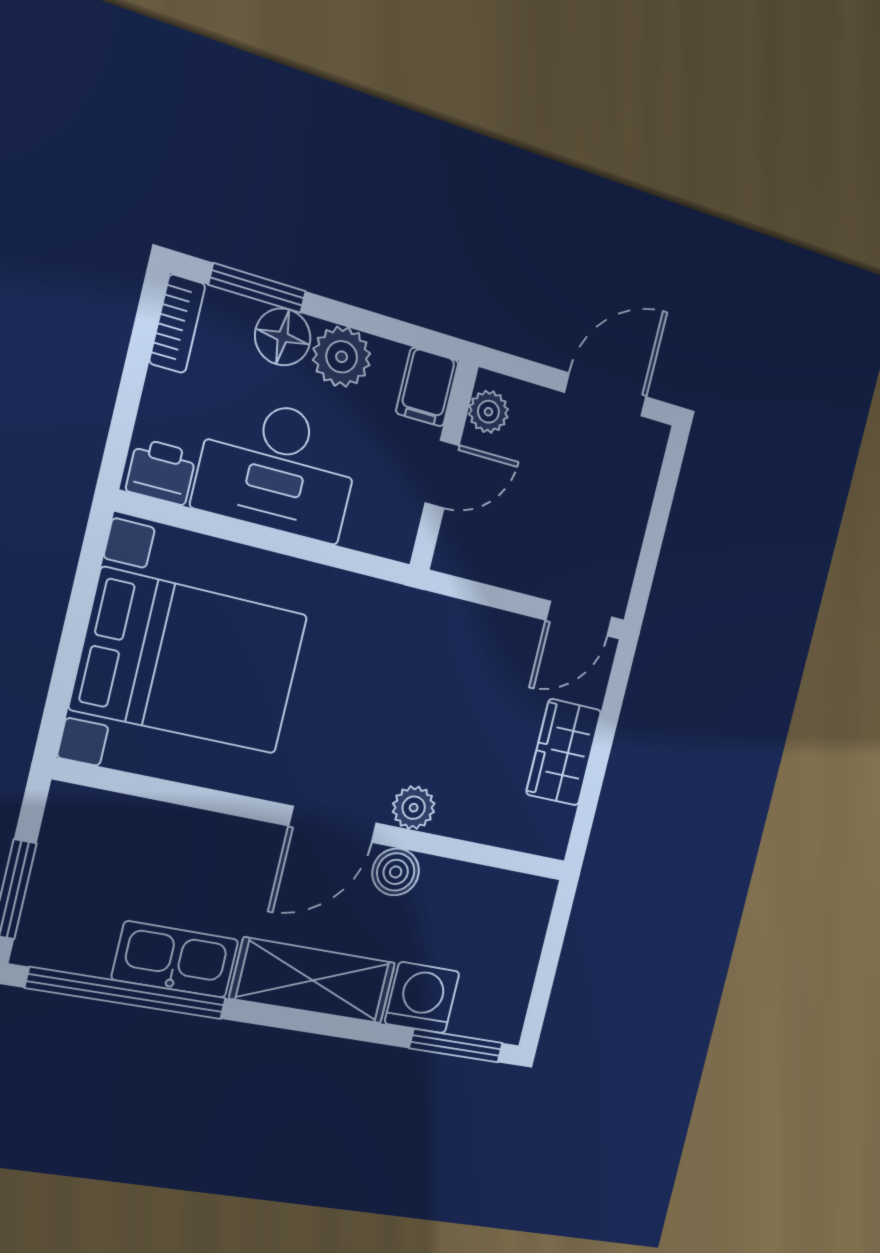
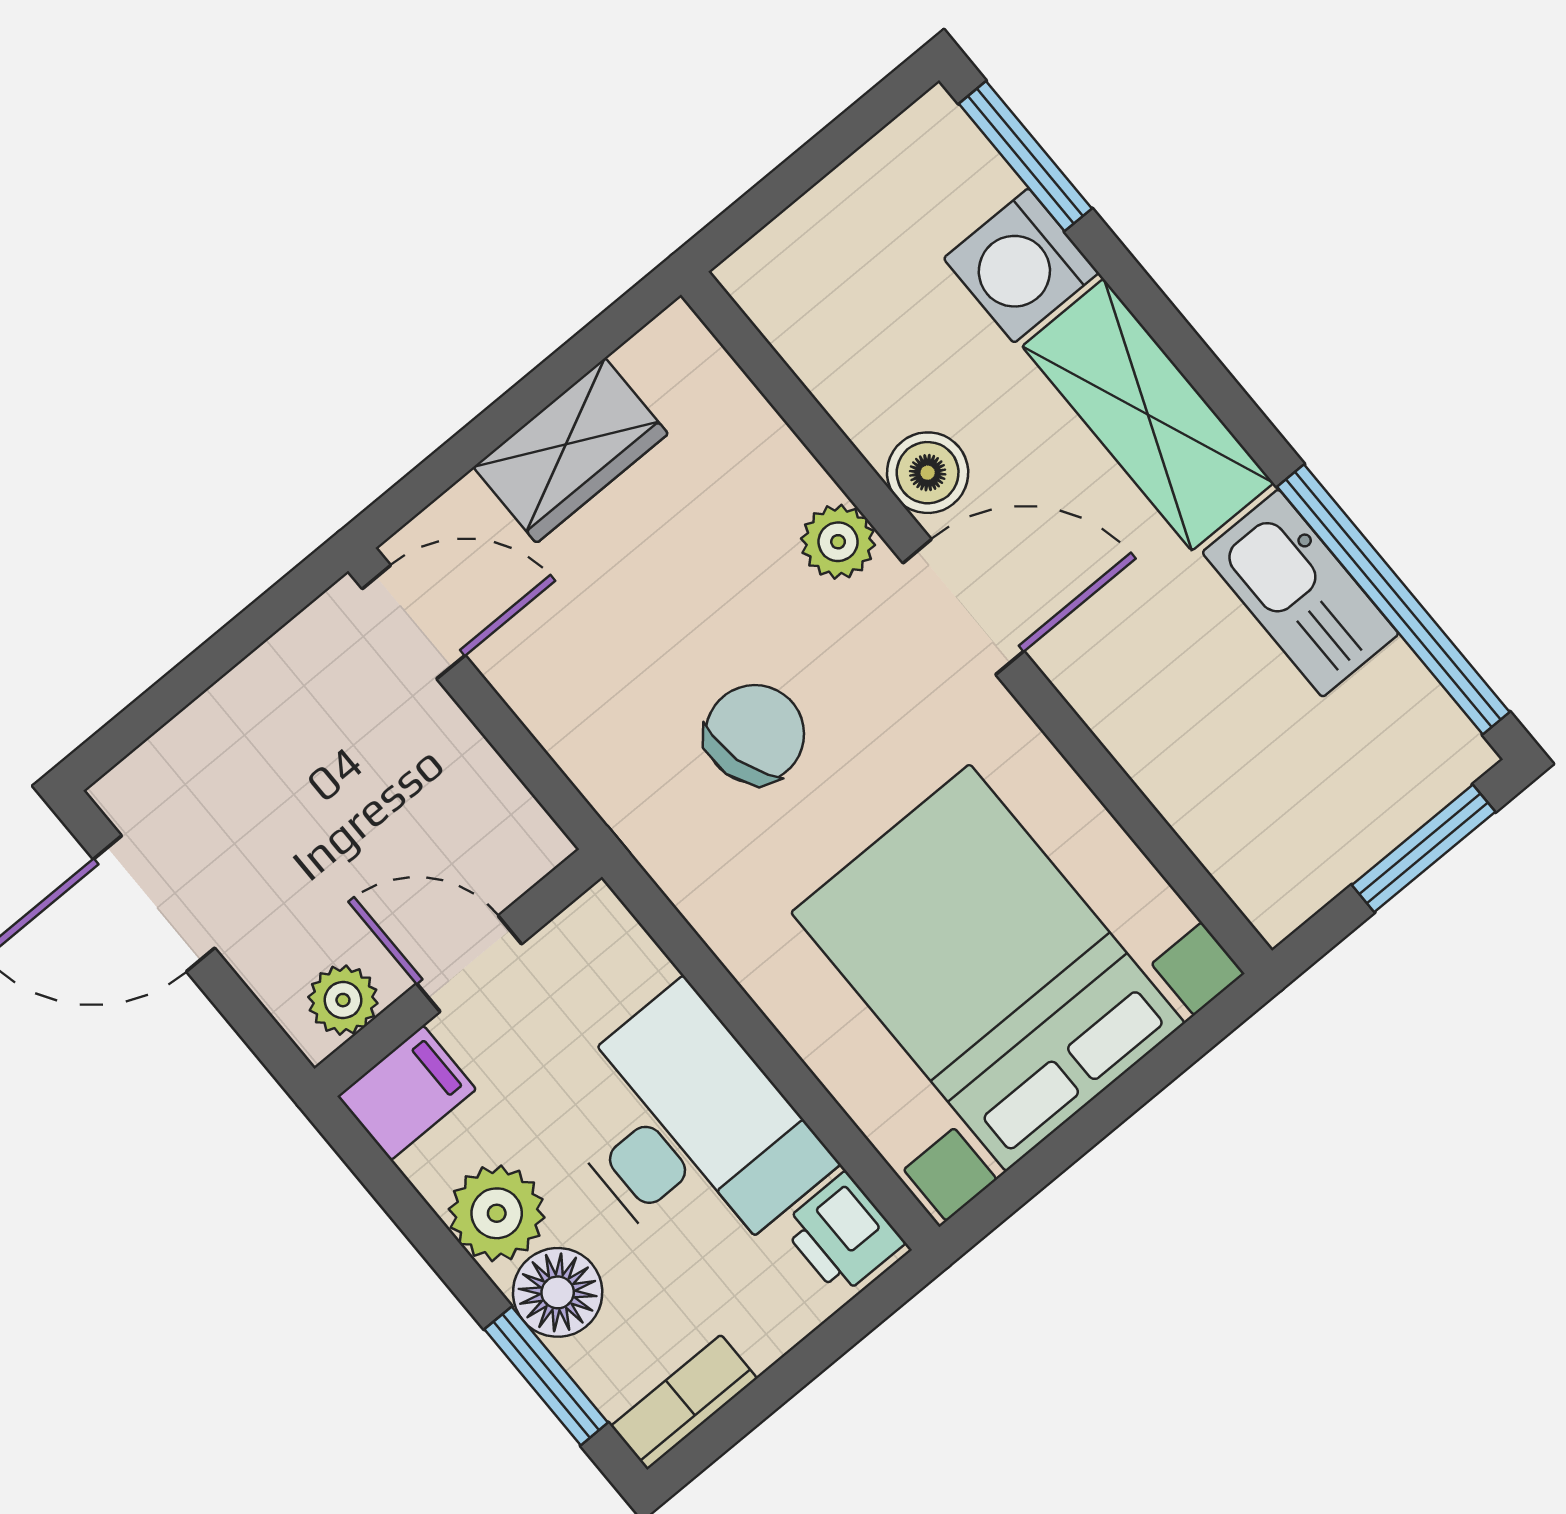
chair: (387, 688) -> (755, 734), added

